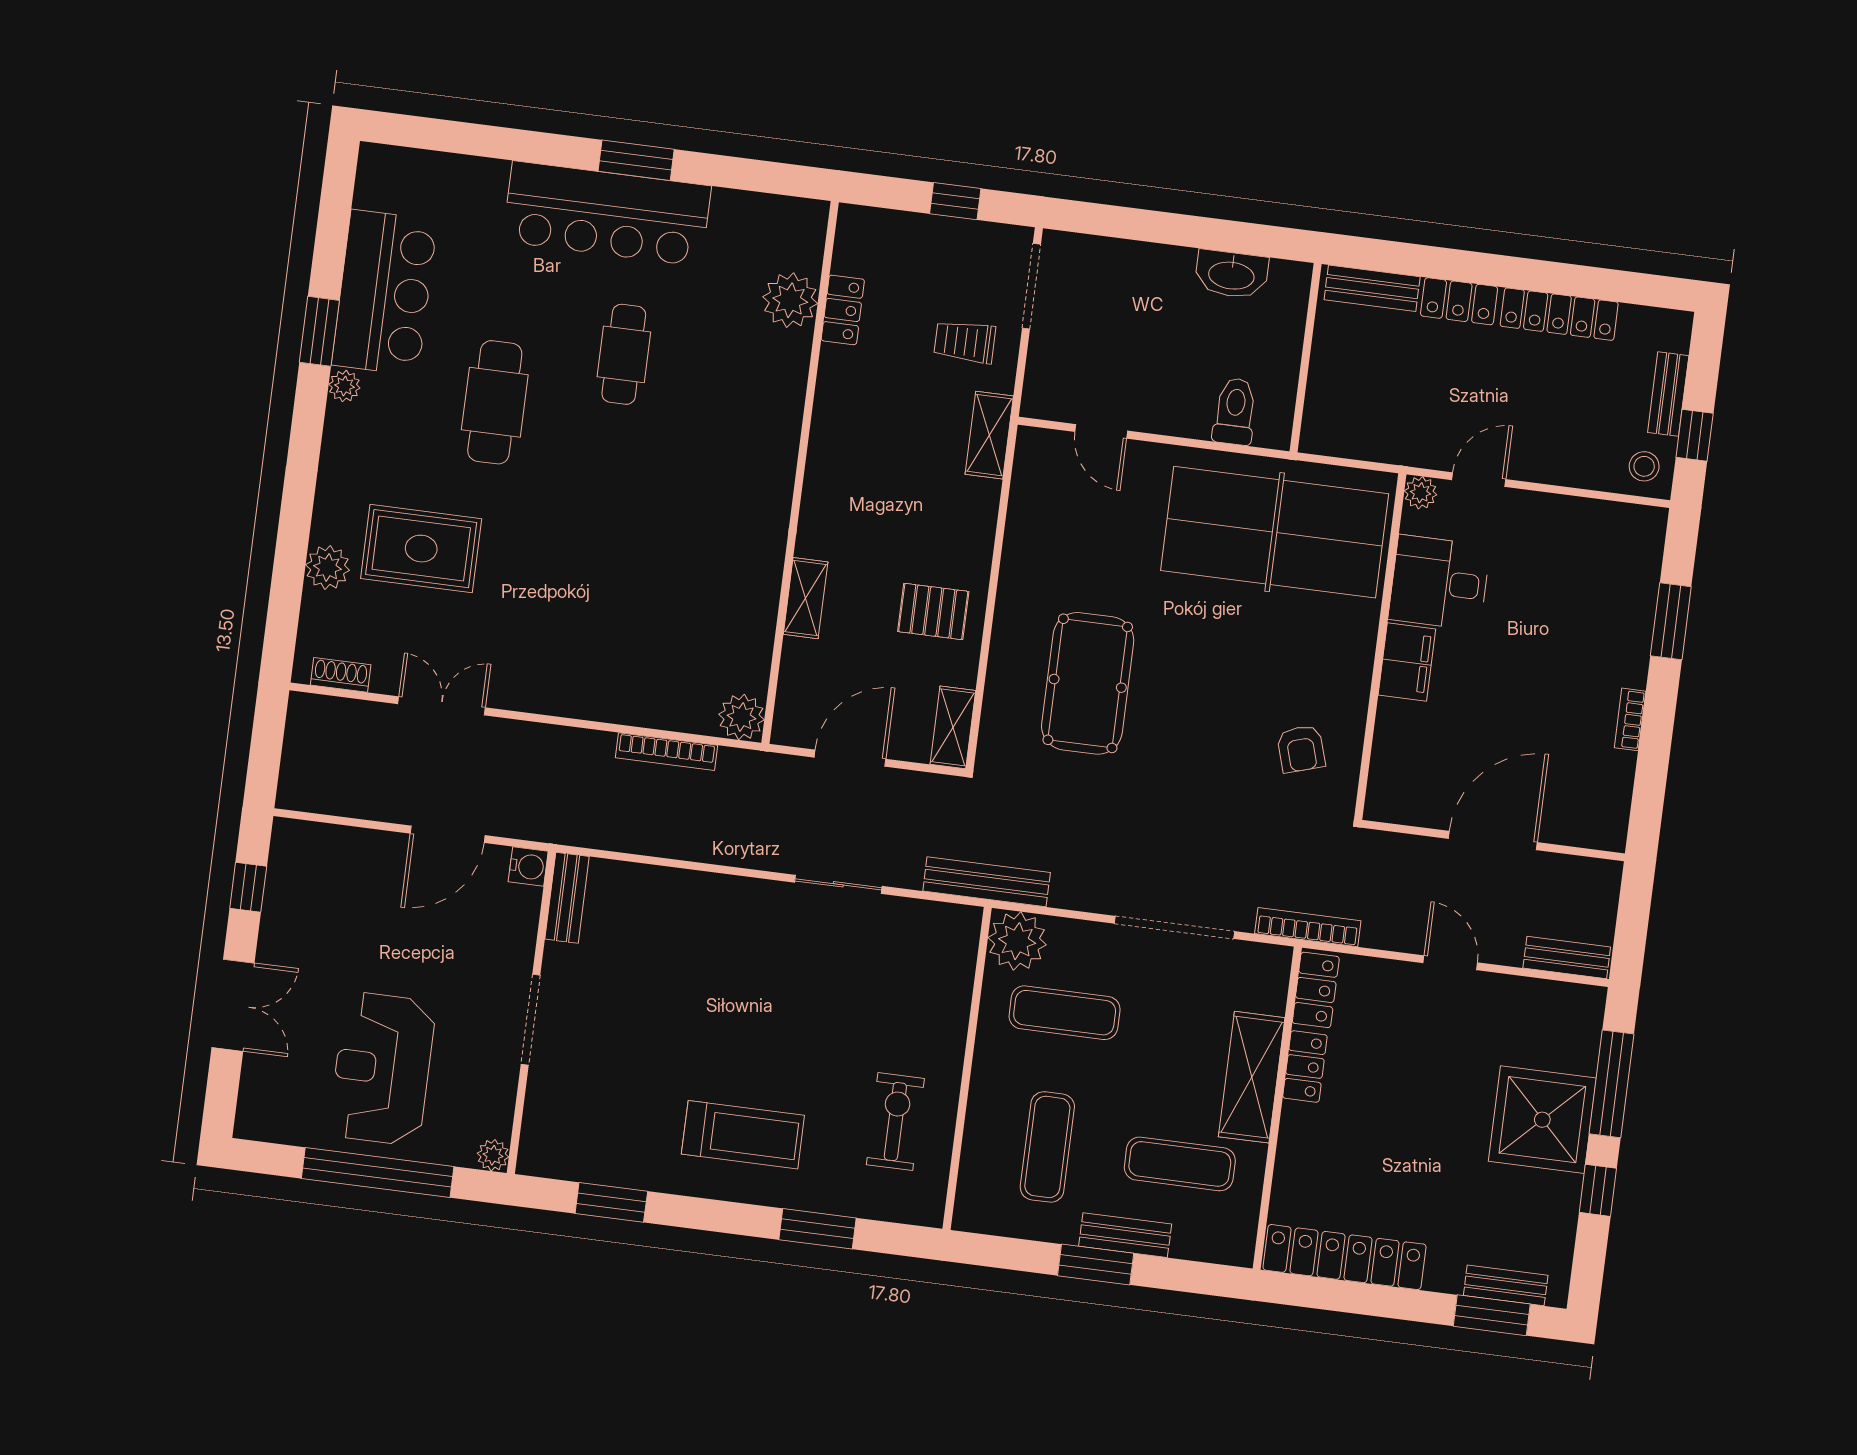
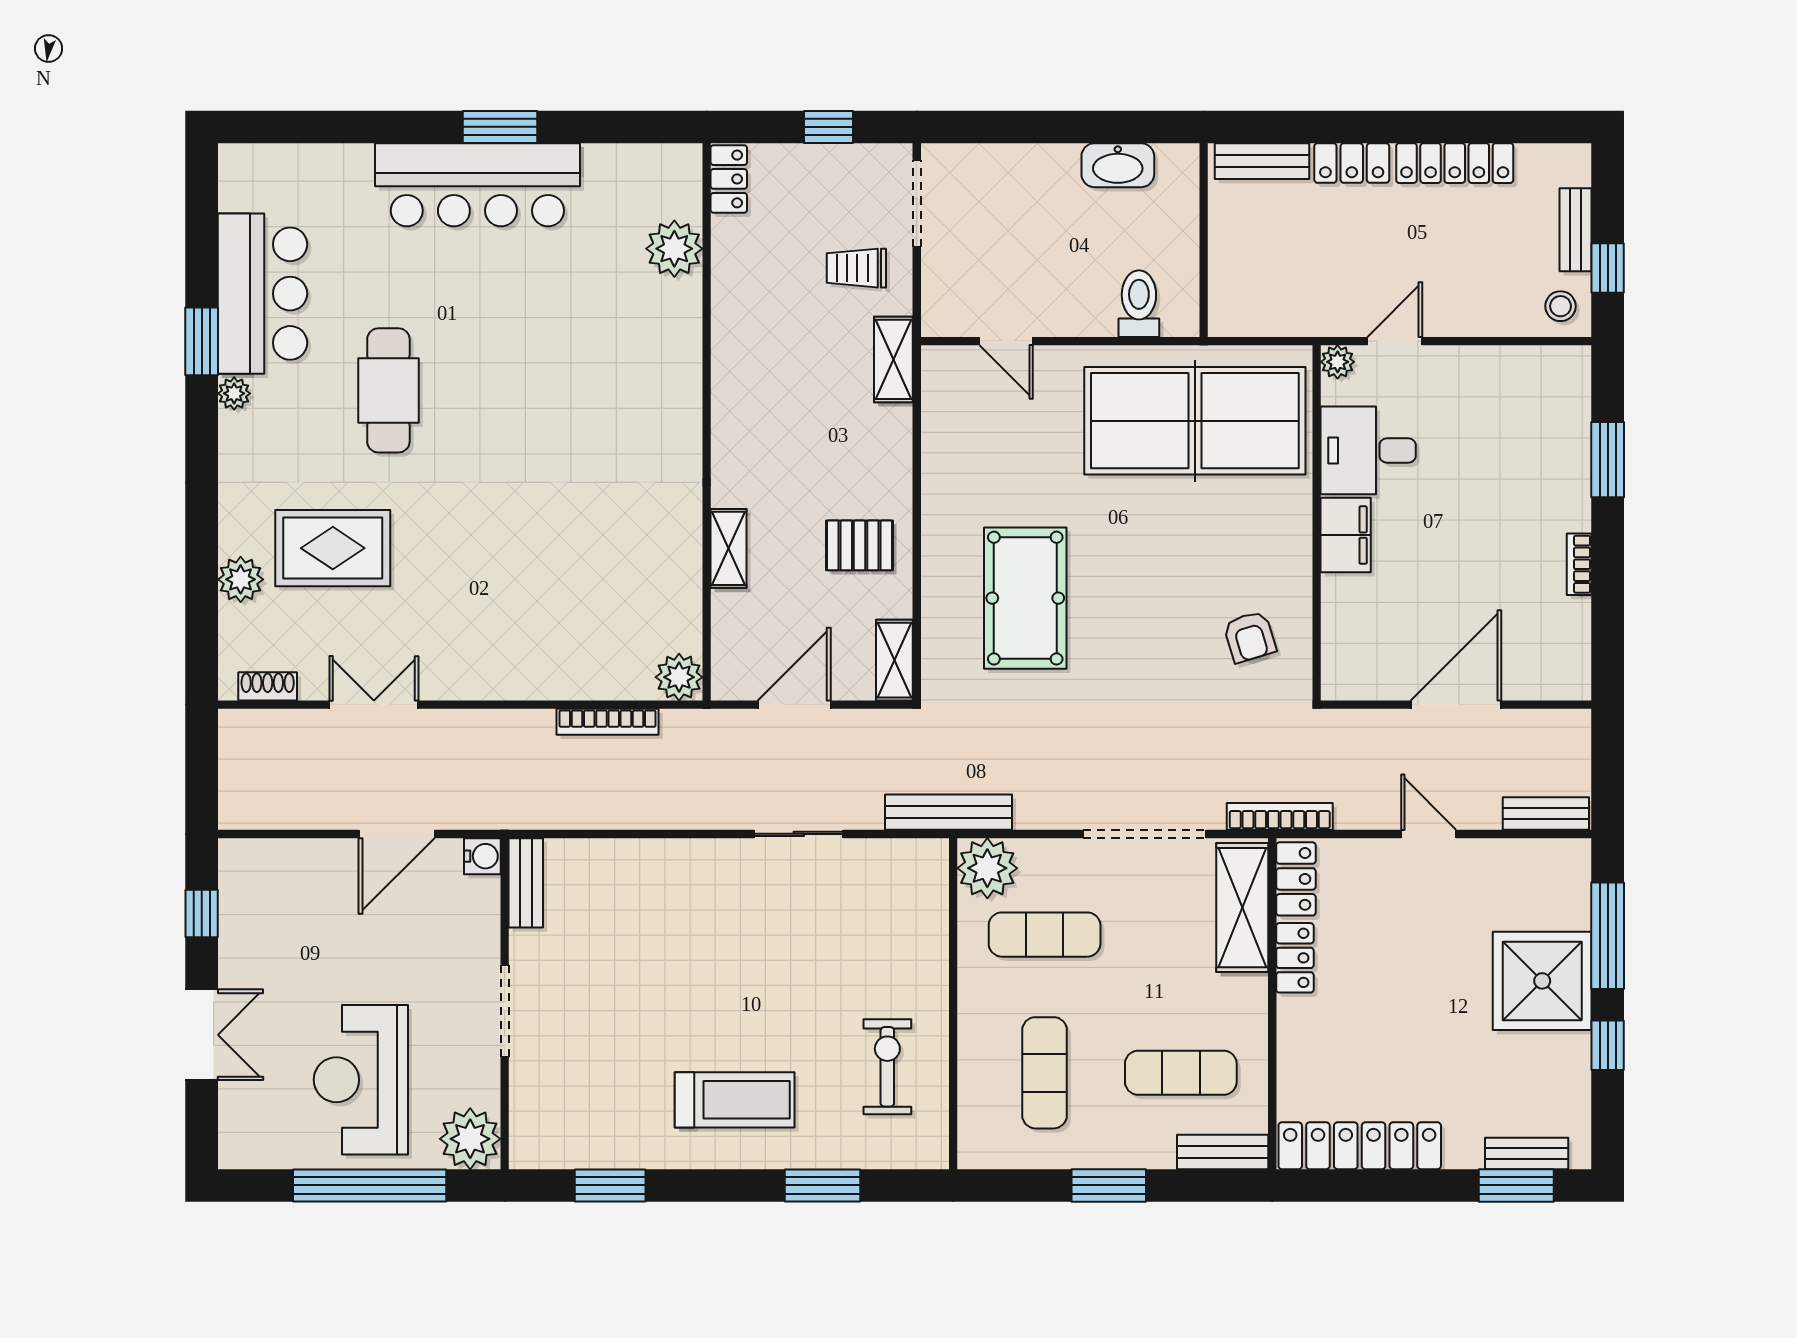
locker: (843, 310) -> (729, 179), moved
cafe table: (624, 354) -> (513, 325), removed
shelving: (1252, 1077) -> (1242, 908), moved
plant: (493, 1155) -> (470, 1139), width x1.88, depth x1.88
bench: (1125, 1235) -> (1223, 1152), moved

